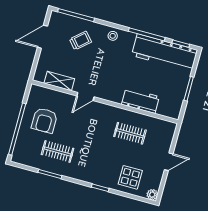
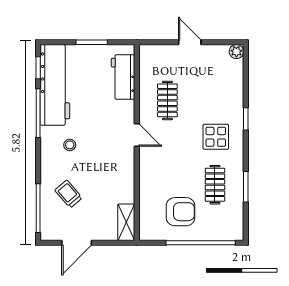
stool: (113, 36) -> (70, 145), moved
door: (42, 37) -> (77, 243), hinge flipped
shelving: (59, 81) -> (126, 222), moved
door: (85, 96) -> (137, 135), moved
workbench: (140, 101) -> (123, 77), moved
display table: (130, 177) -> (216, 137), moved

